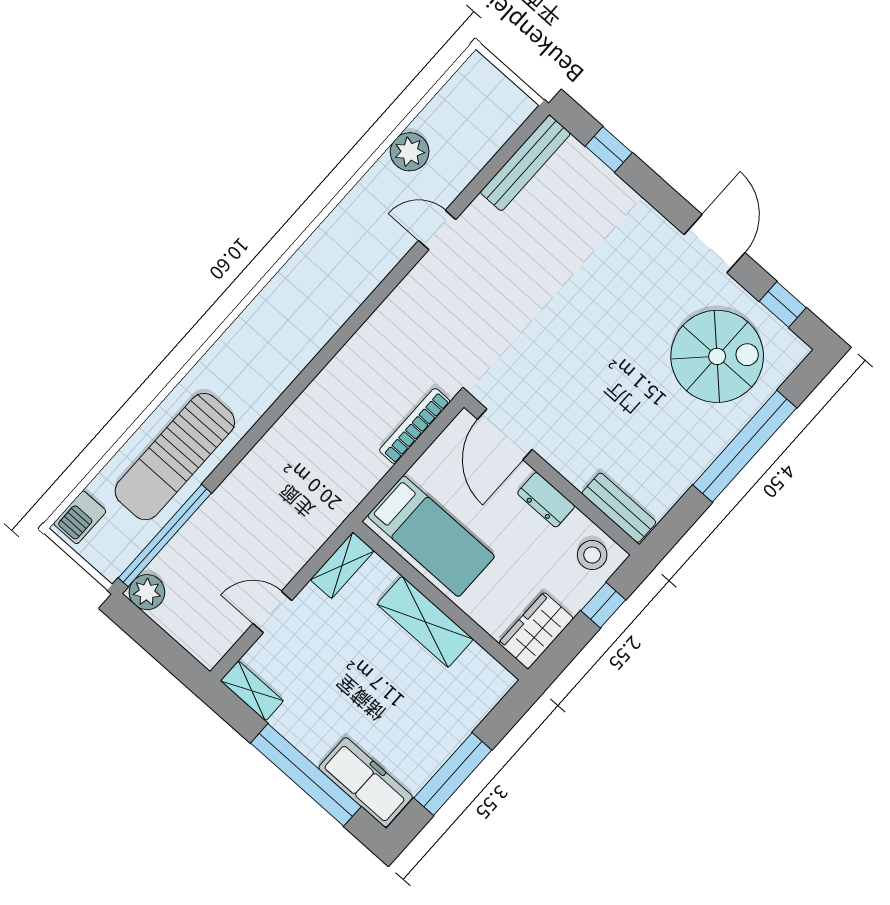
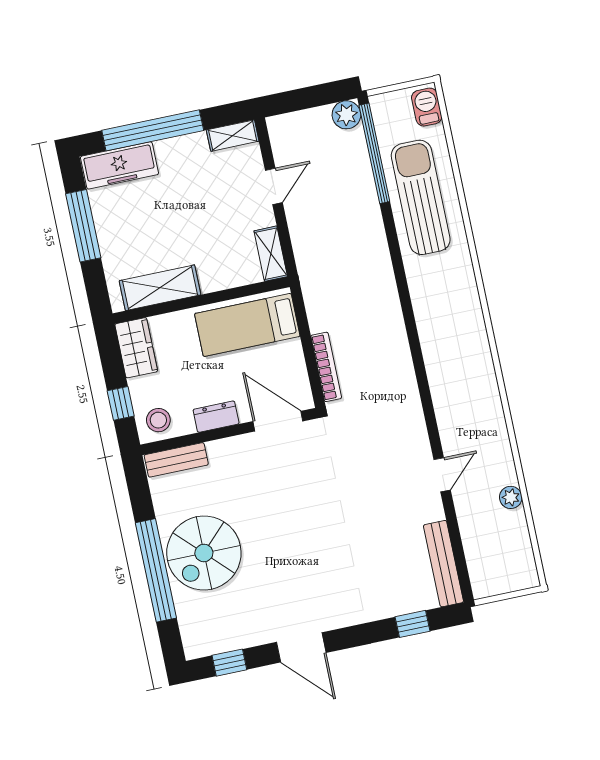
plant: (410, 152) -> (511, 497), width x0.73, depth x0.73
spiral stairs: (717, 356) -> (204, 553), moved
shelving: (425, 622) -> (160, 288), moved

